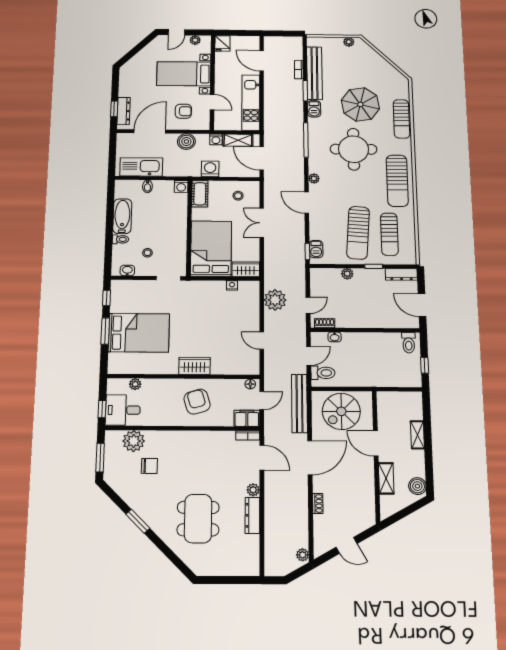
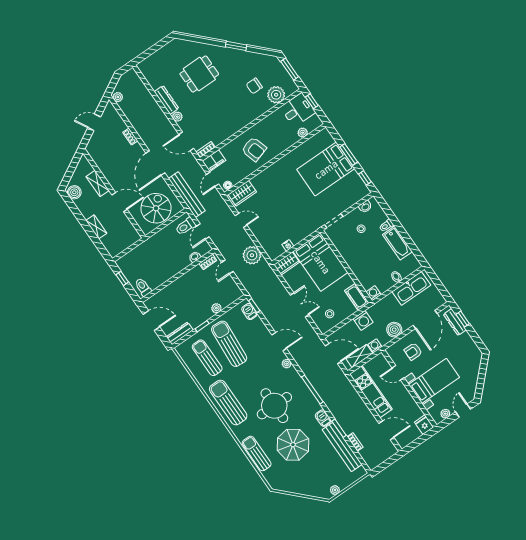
wardrobe: (195, 366) -> (242, 193), moved
dining table: (198, 519) -> (199, 74), width x0.73

